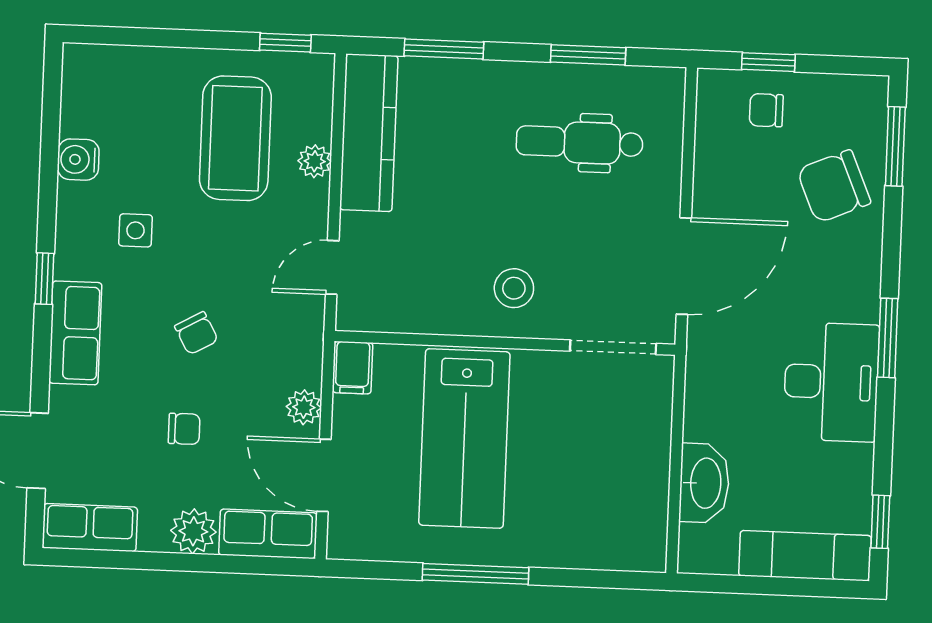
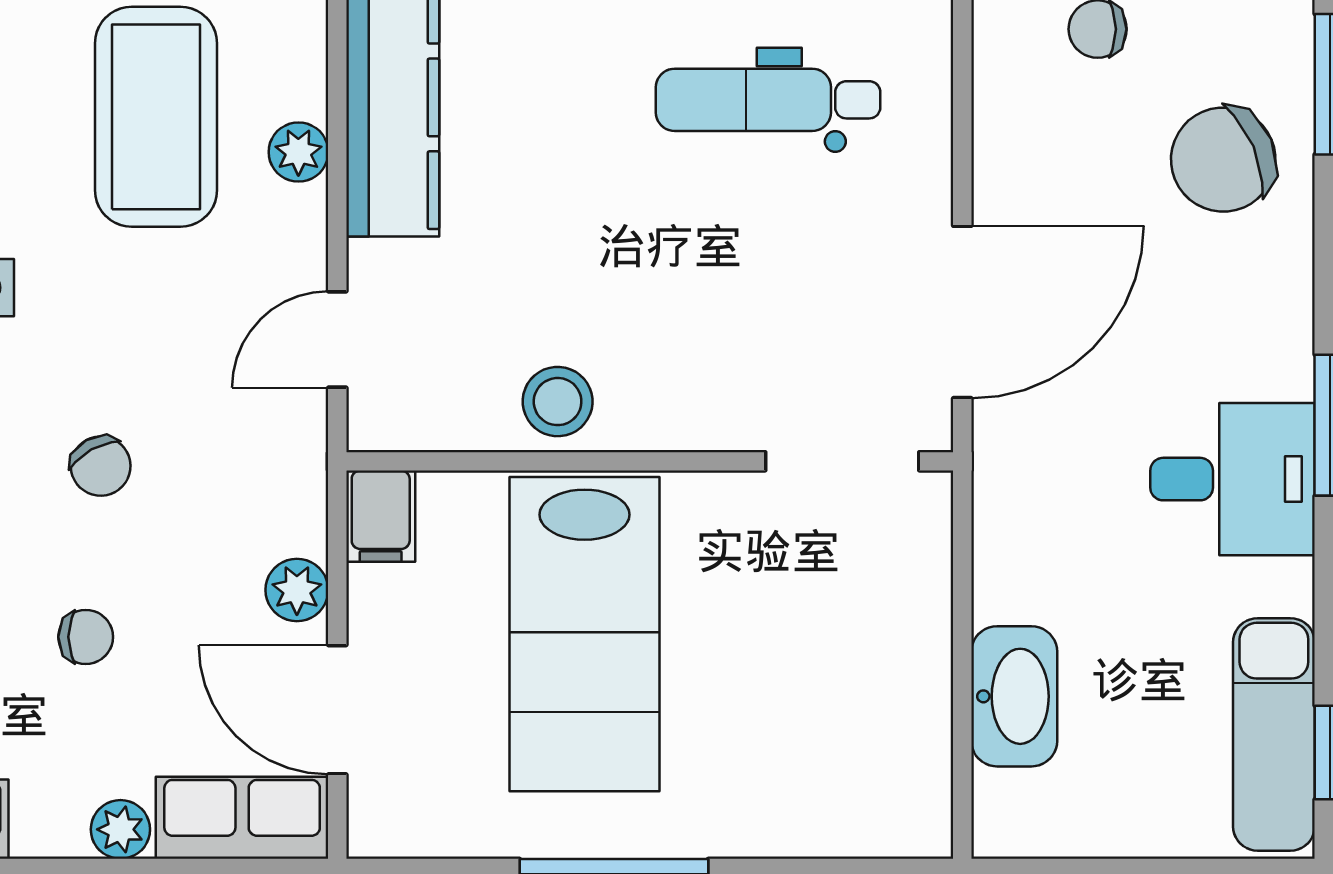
stool: (514, 288) -> (558, 402), moved
desk: (831, 382) -> (1233, 479), width x0.73
plant: (193, 531) -> (120, 829), width x0.73, depth x0.73
exam couch: (805, 556) -> (1274, 734), moved, turned -90

